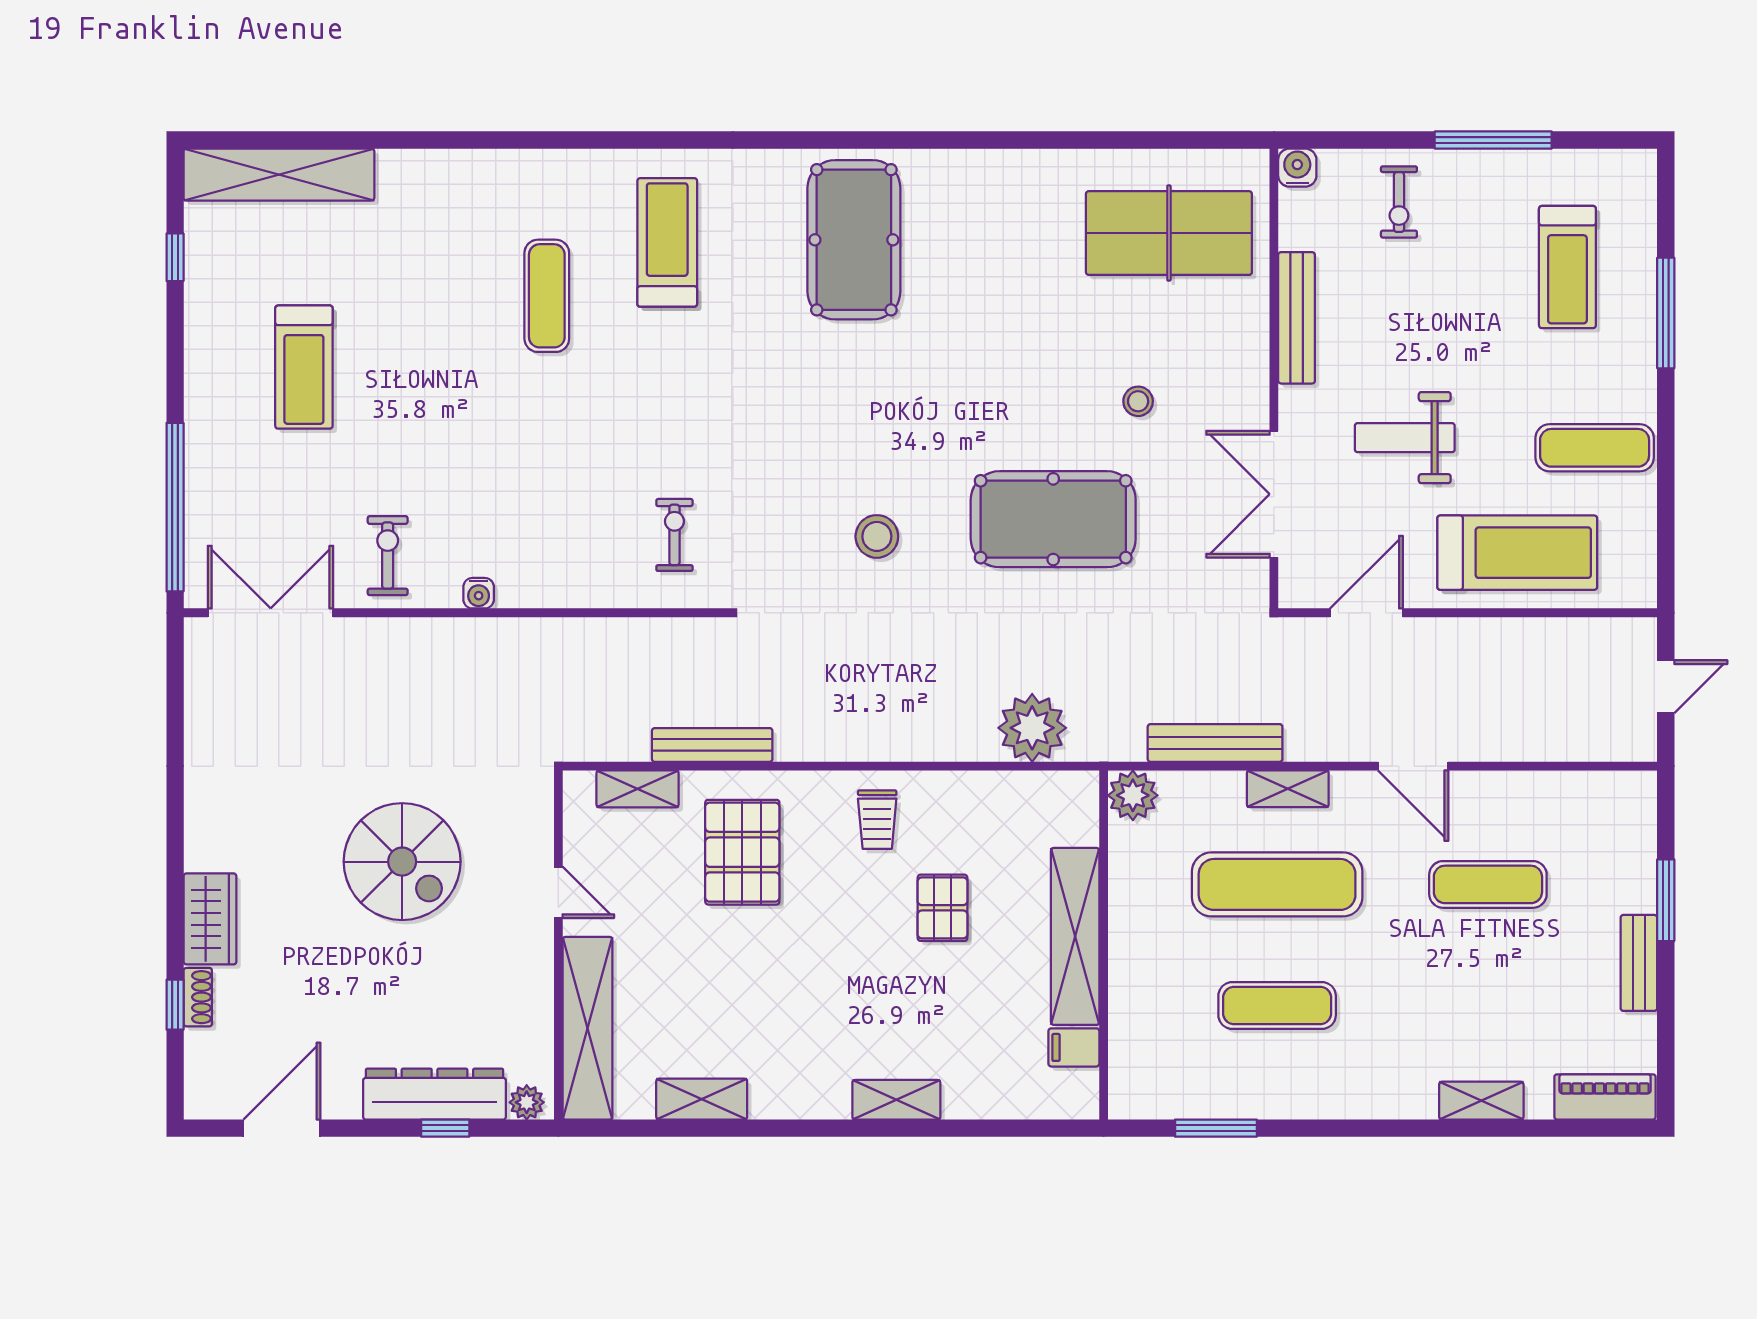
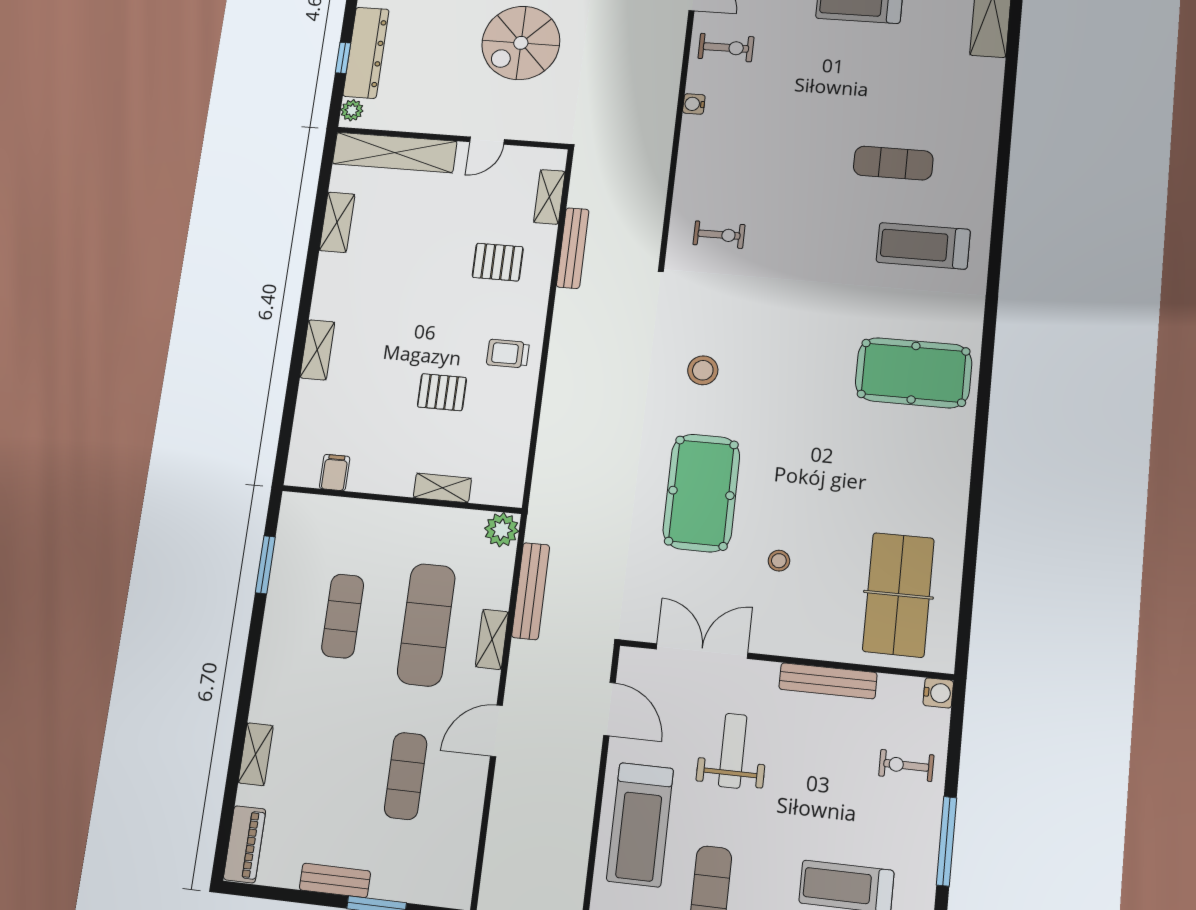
treadmill: (667, 242) -> (923, 246), turned 180
plant: (1032, 728) -> (557, 465), removed
pallet: (742, 852) -> (498, 262), width x0.67, depth x0.71
shelving: (1075, 936) -> (442, 488), width x0.45, depth x0.75

